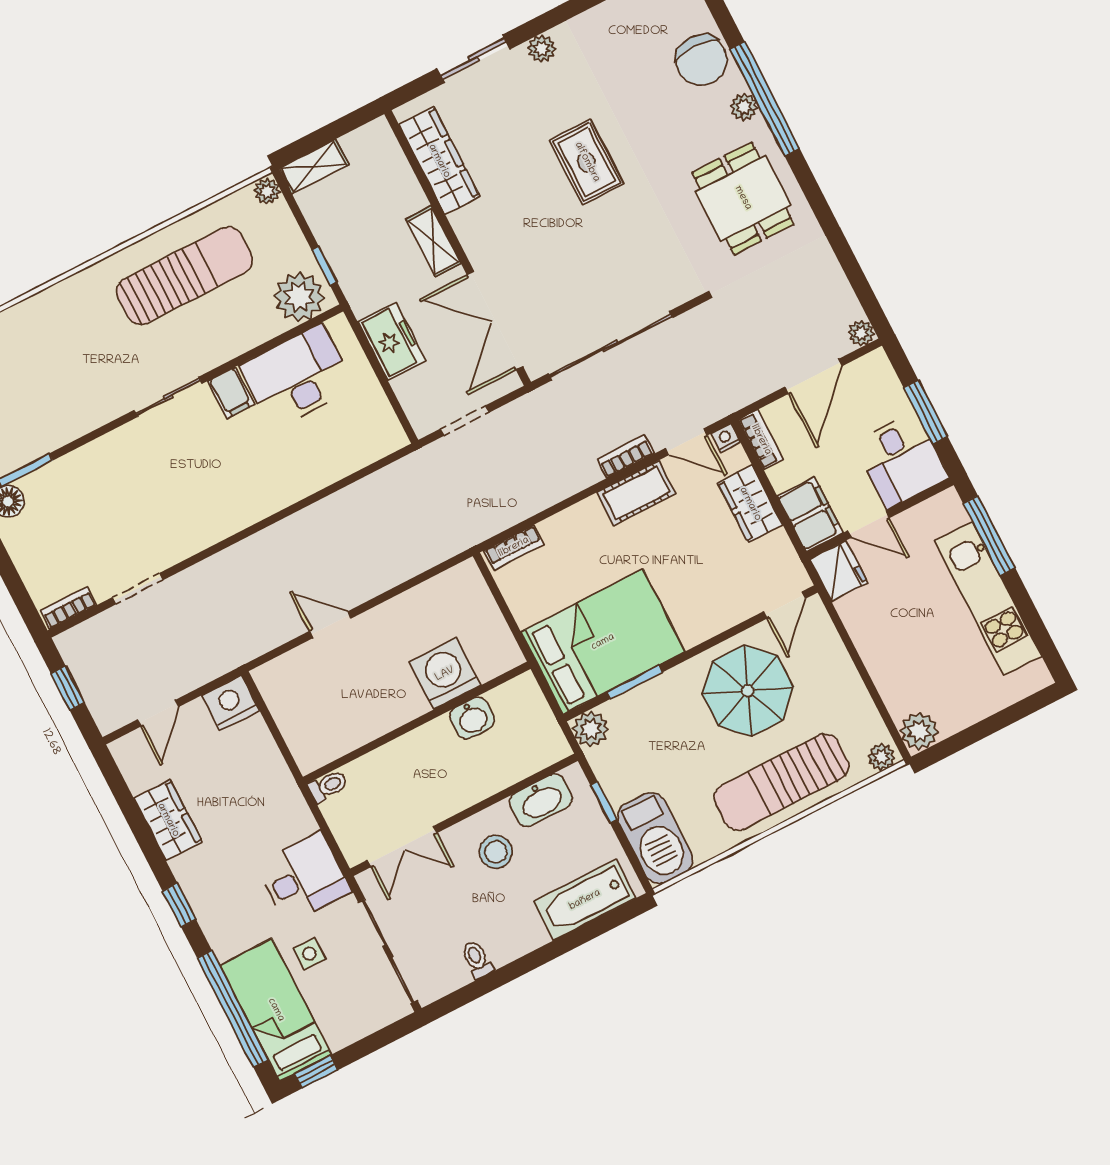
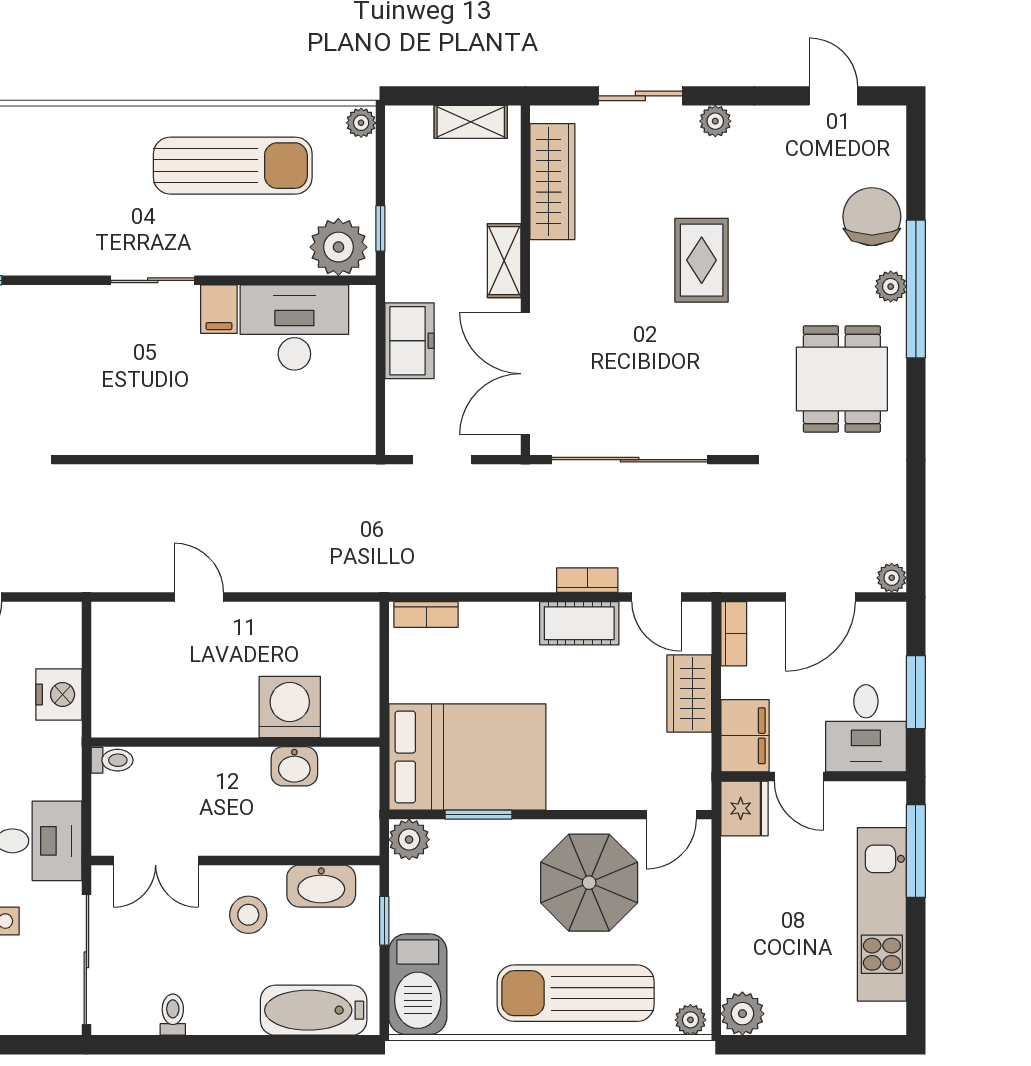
chair: (702, 60) -> (872, 217), turned 180
shelving: (314, 166) -> (471, 122), moved
nightstand: (726, 438) -> (699, 614), removed
nightstand: (231, 703) -> (59, 694), moved, turned 90

